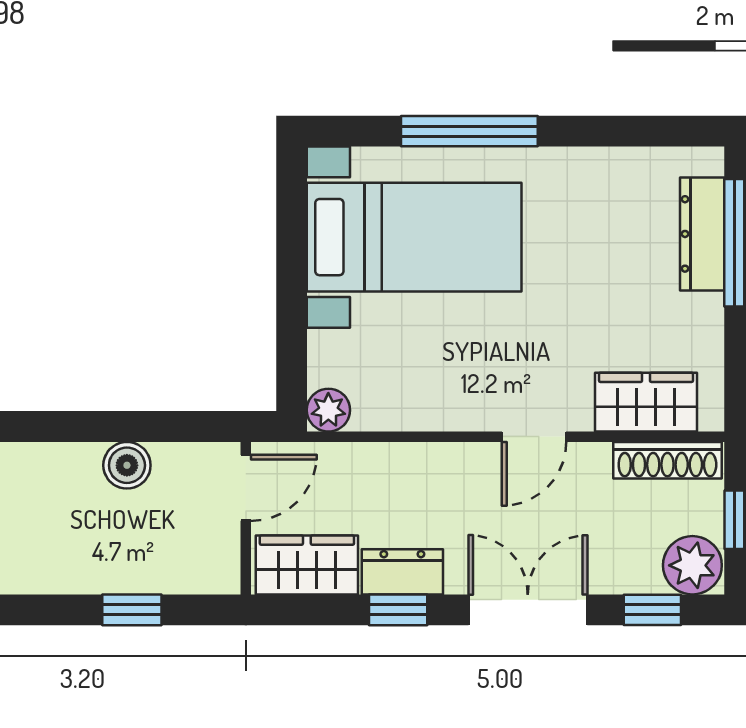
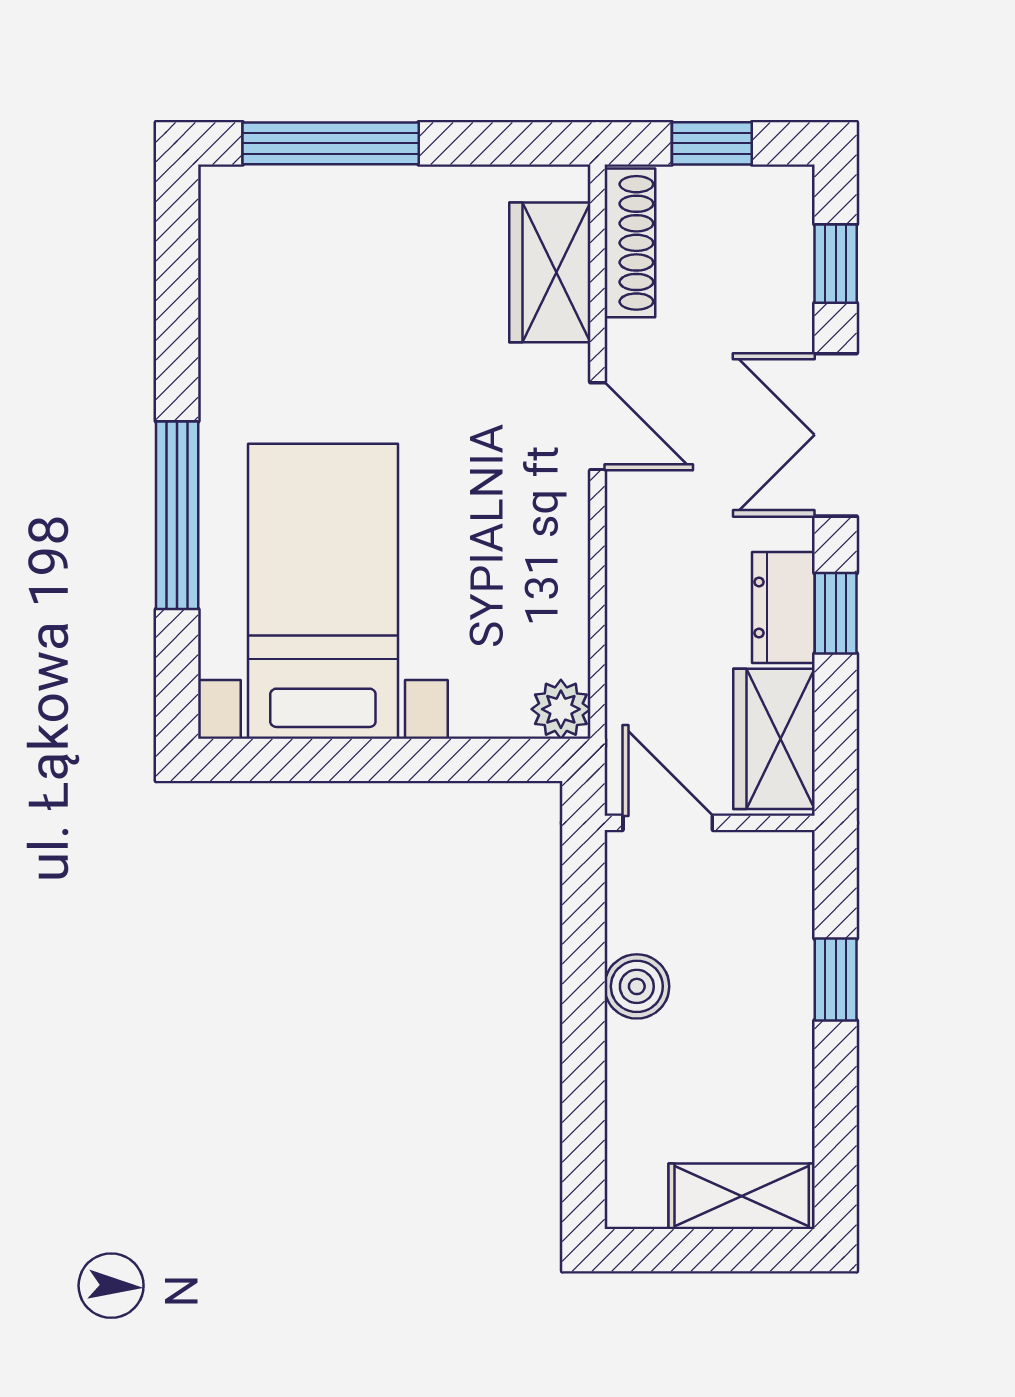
dresser: (702, 234) -> (319, 195), removed
plant: (692, 565) -> (774, 209), removed

